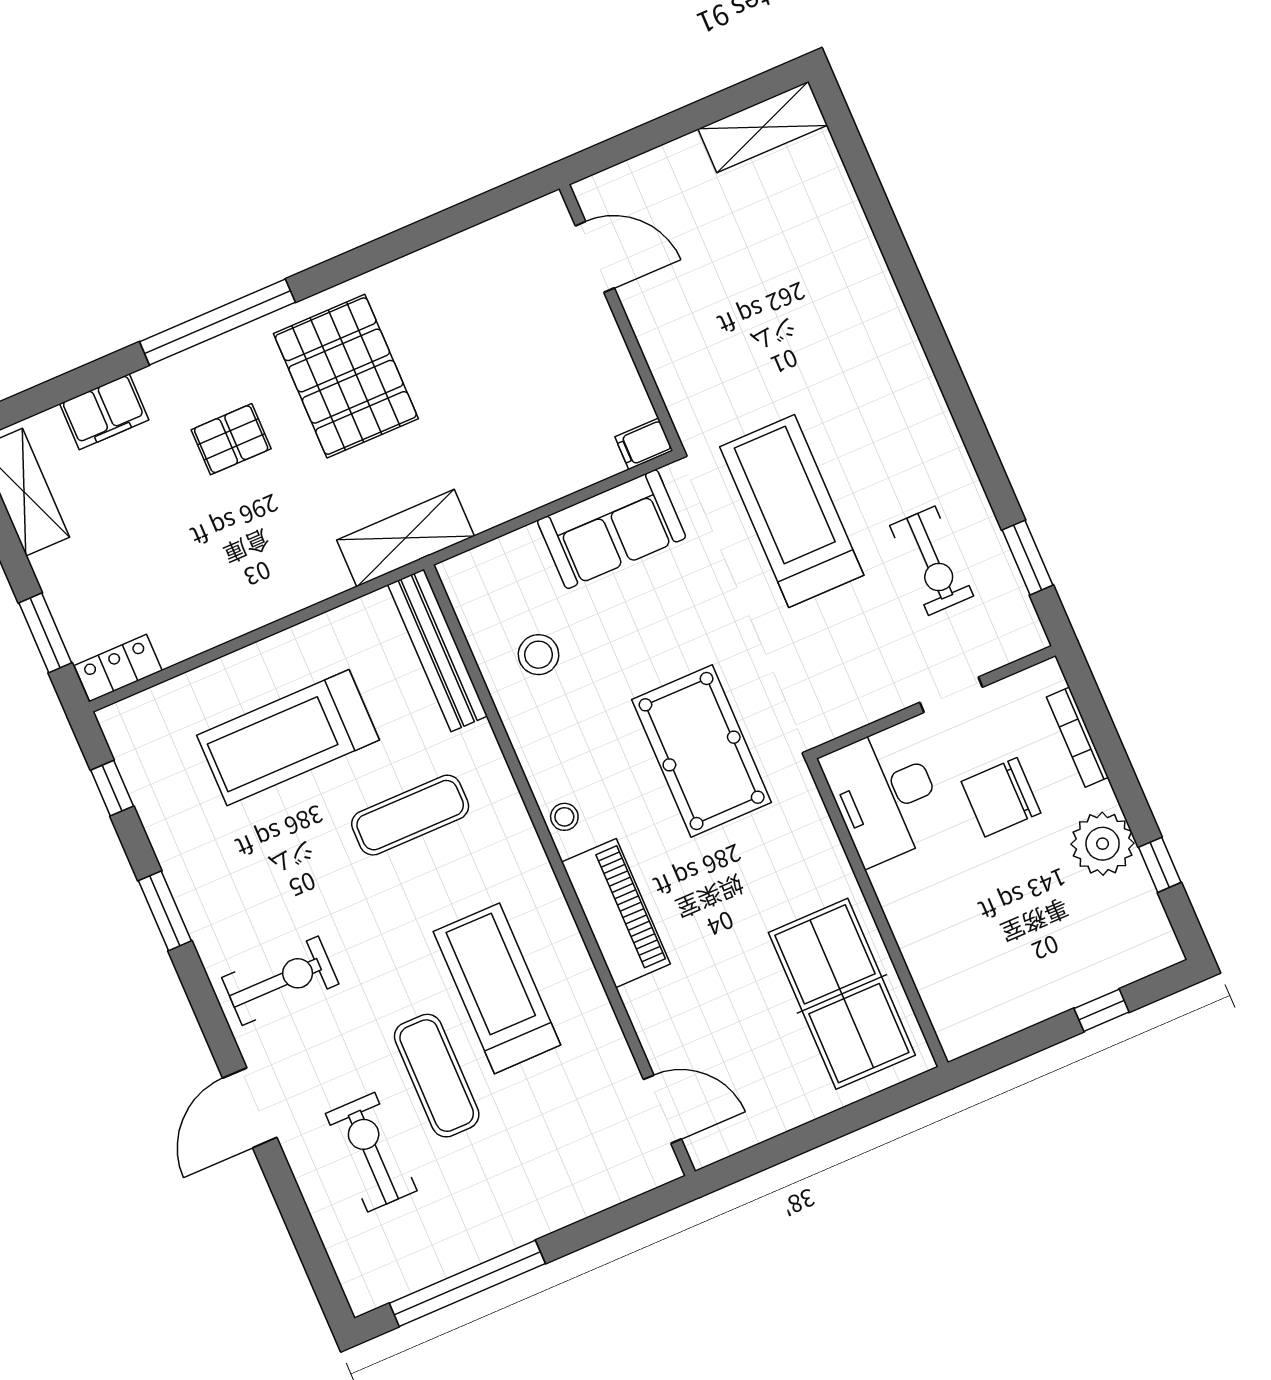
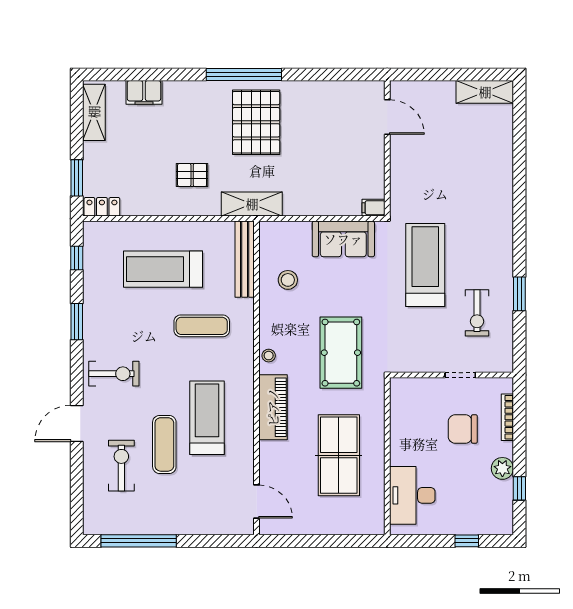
window: (217, 322) -> (244, 74), moved
pallet: (231, 439) -> (192, 175), moved
window: (1027, 558) -> (519, 294), moved
desk: (884, 795) -> (412, 495), moved
plant: (1103, 844) -> (502, 468), width x0.73, depth x0.73
table tennis table: (842, 994) -> (339, 455), moved

